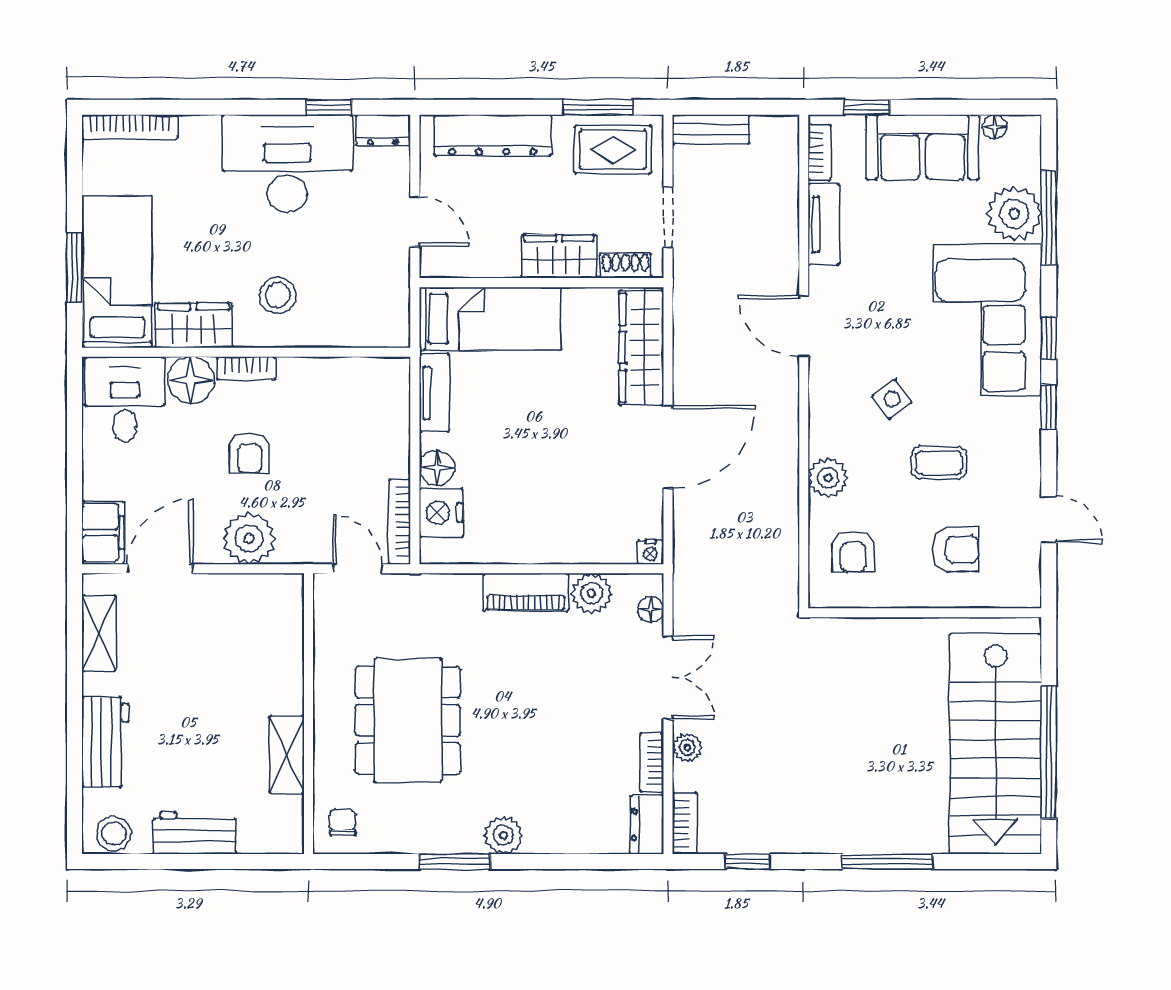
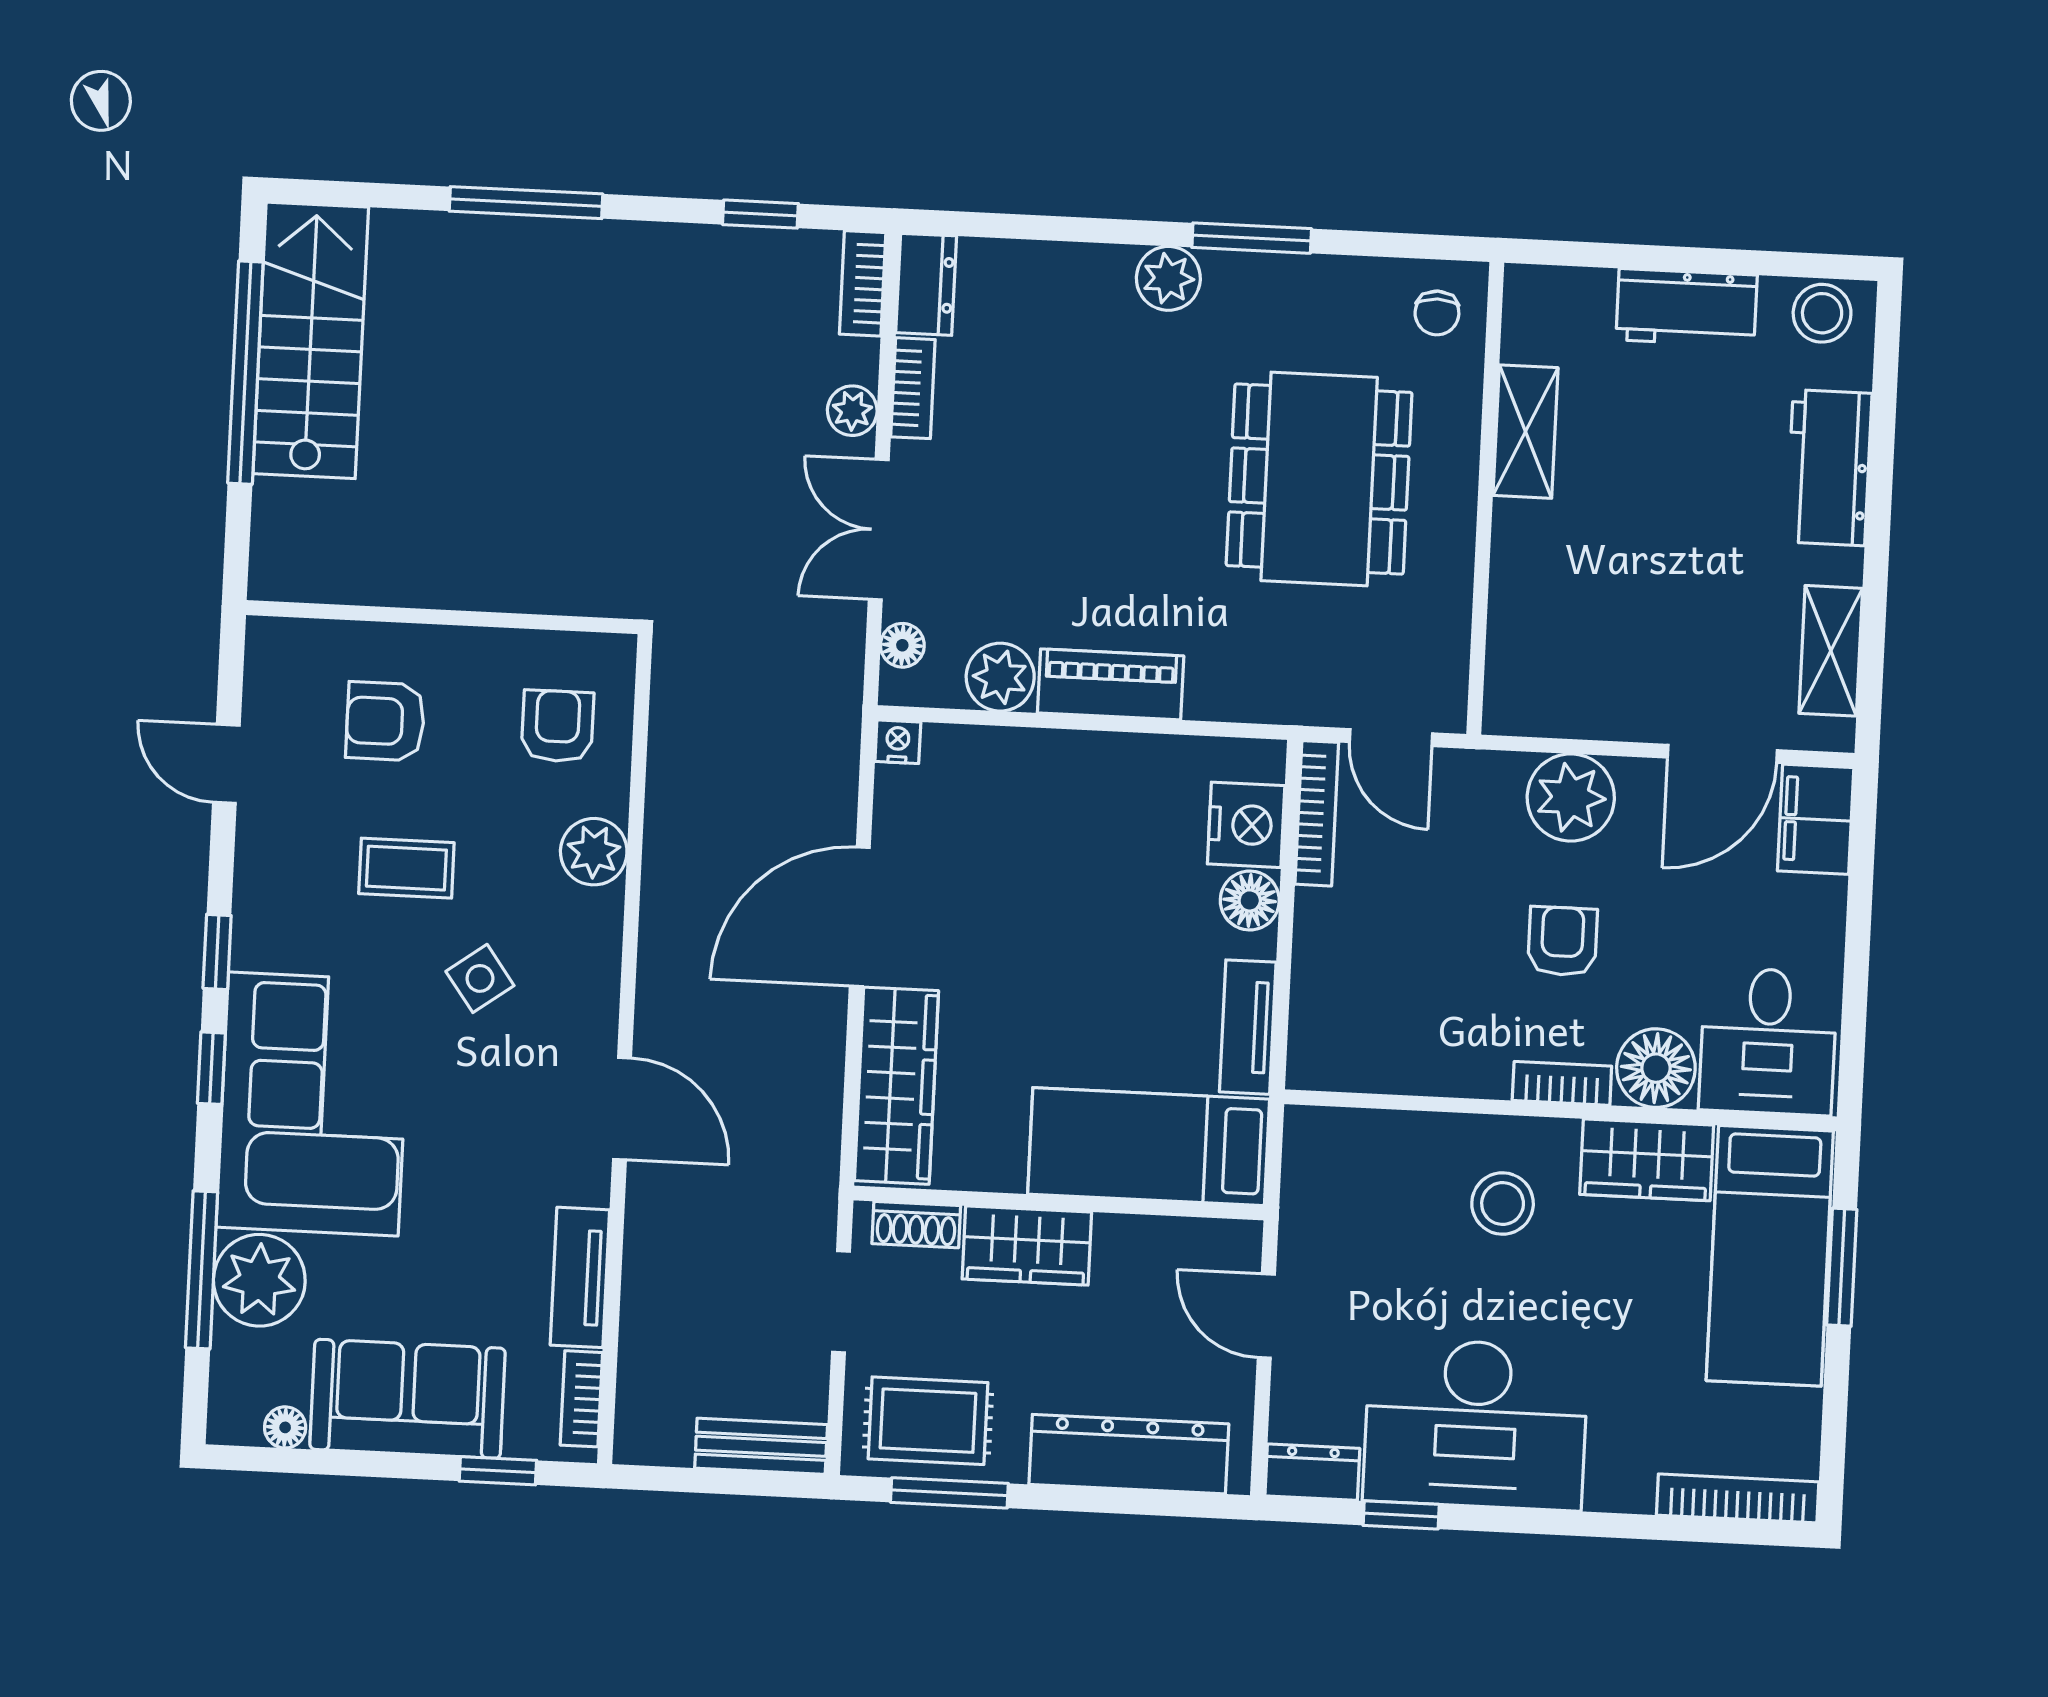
stairs: (996, 744) -> (311, 340), width x0.73, depth x0.66

